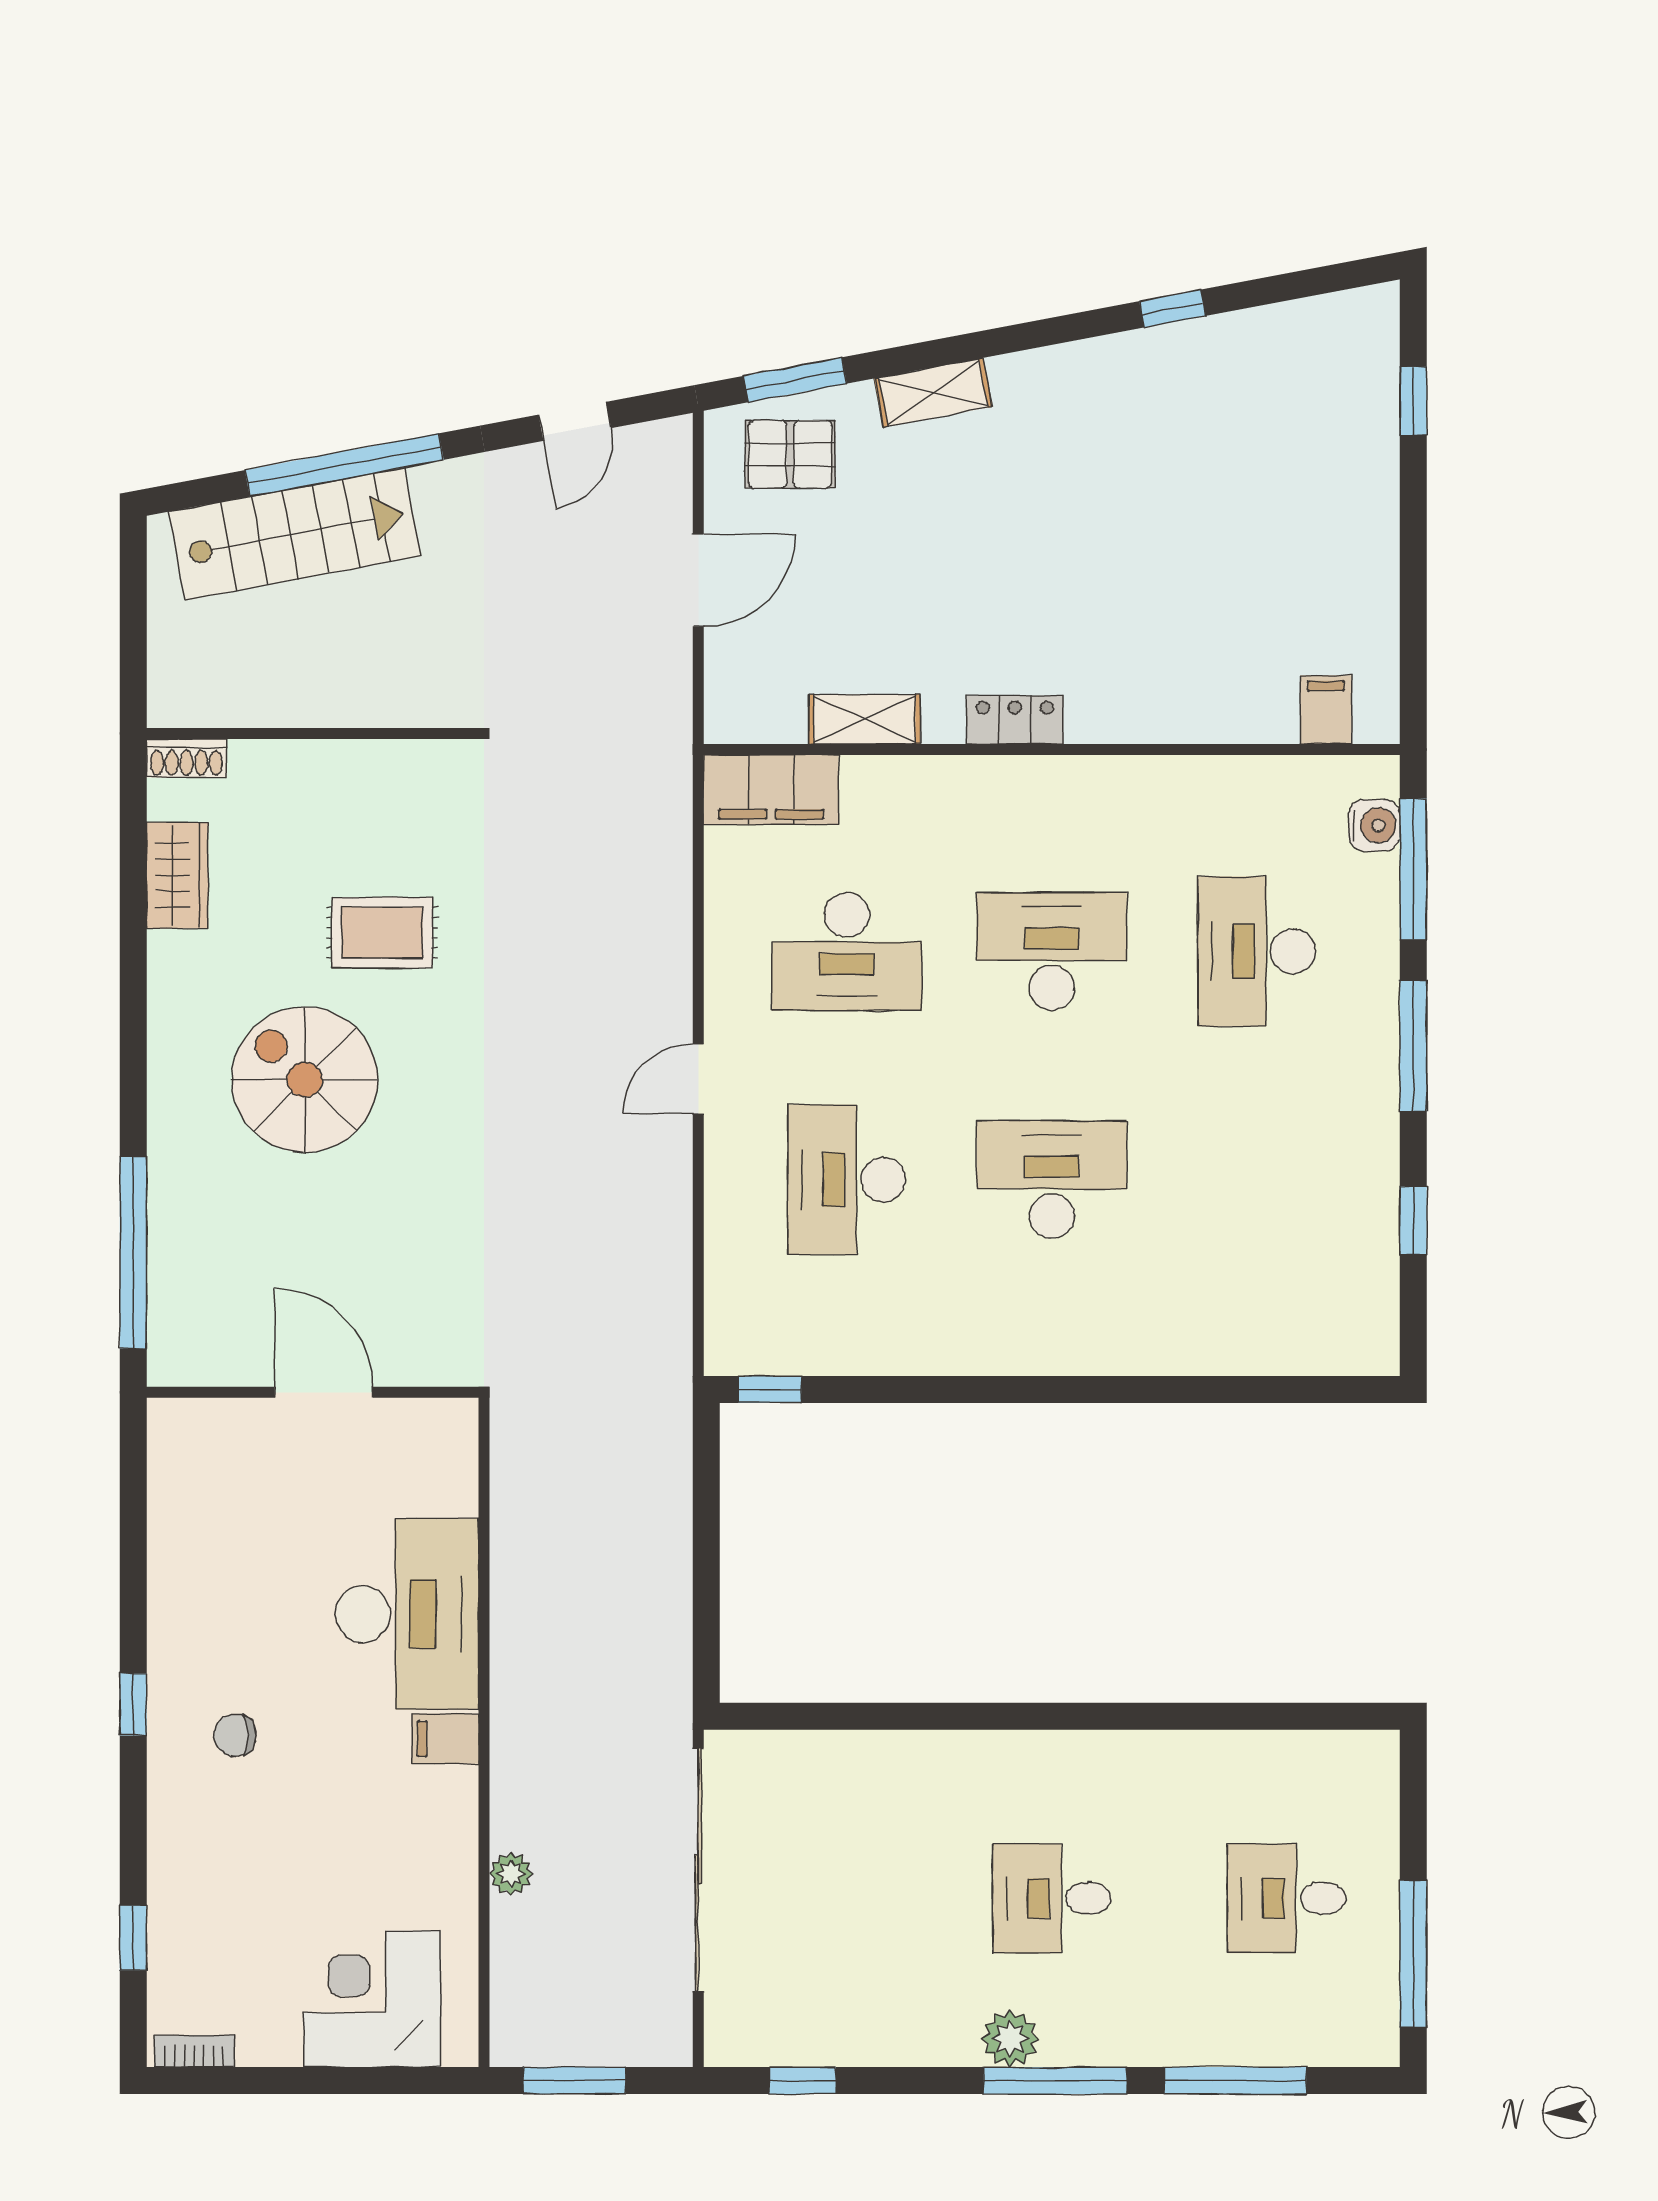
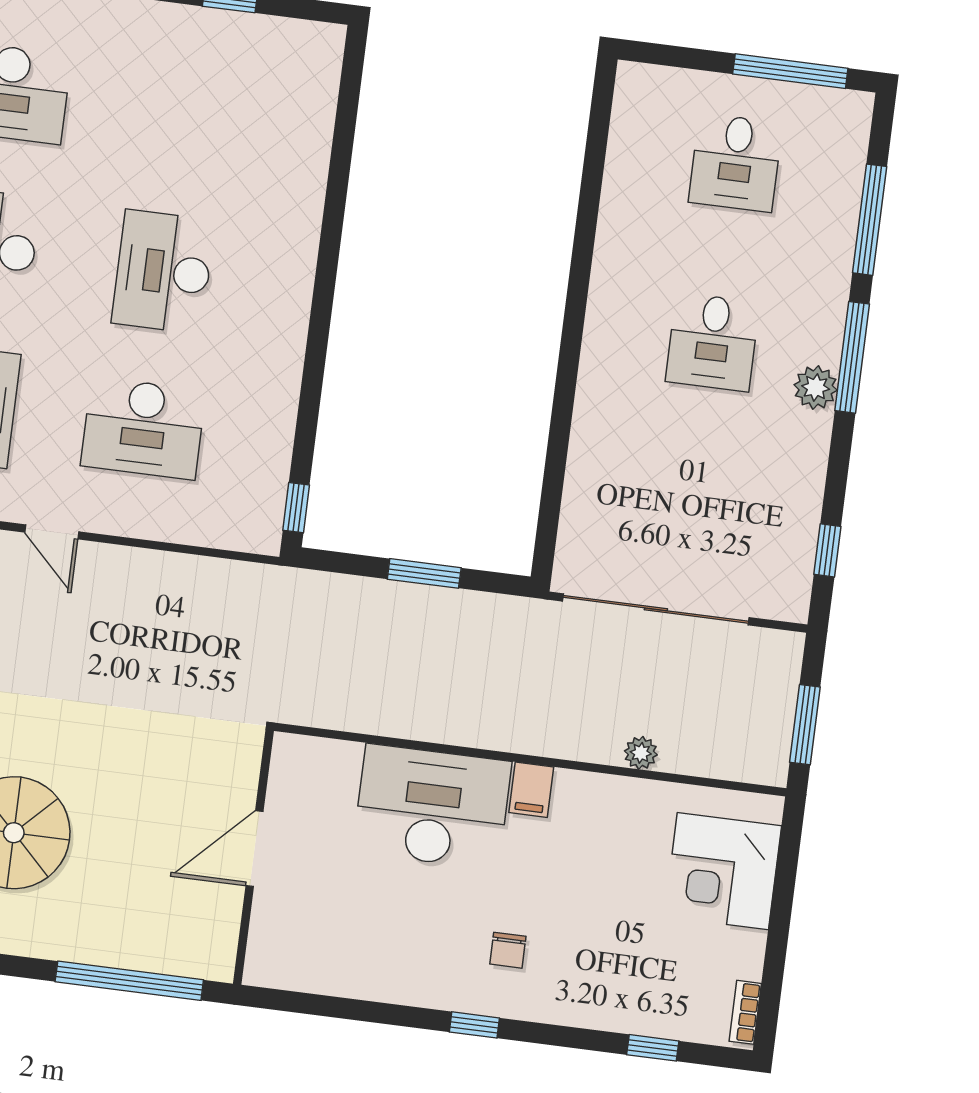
window: (706, 1565) -> (424, 573), added

